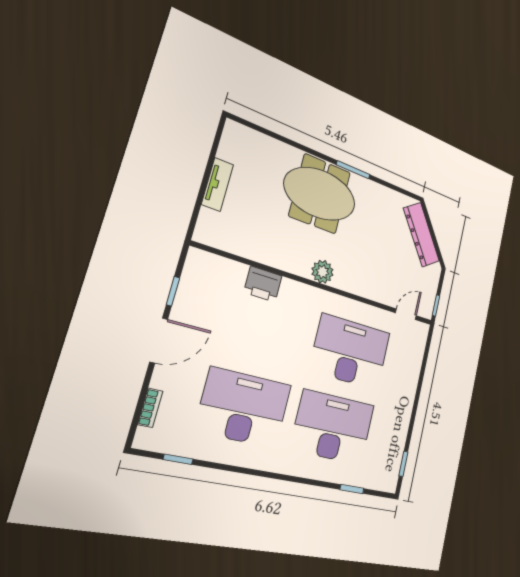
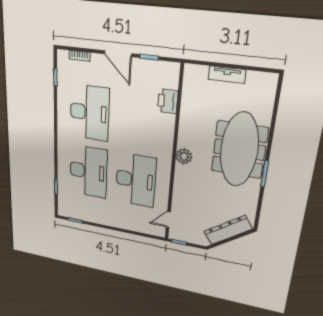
meeting table: (320, 194) -> (239, 150), width x1.36
printer: (263, 284) -> (168, 101), moved
door: (406, 314) -> (168, 219), swing flipped

